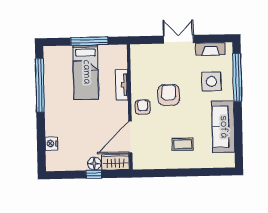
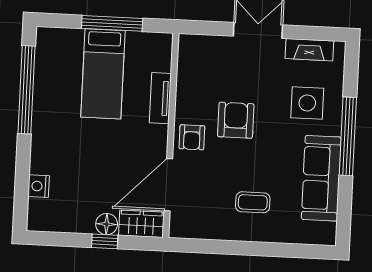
window: (237, 77) -> (348, 136), moved
armchair: (143, 107) -> (192, 137), turned 180

